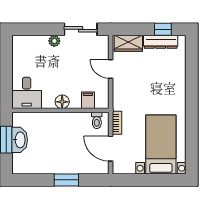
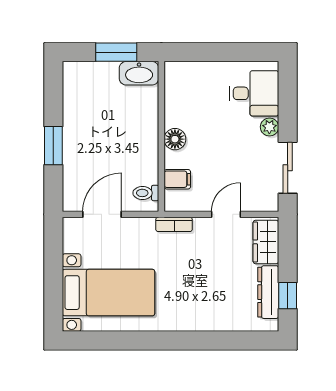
desk: (27, 93) -> (254, 93), moved, turned 180
bookcase: (117, 123) -> (174, 224), moved
washbasin: (20, 140) -> (139, 73), moved

